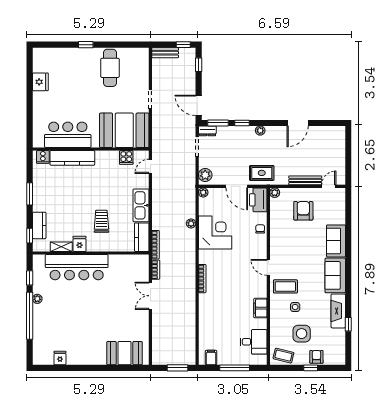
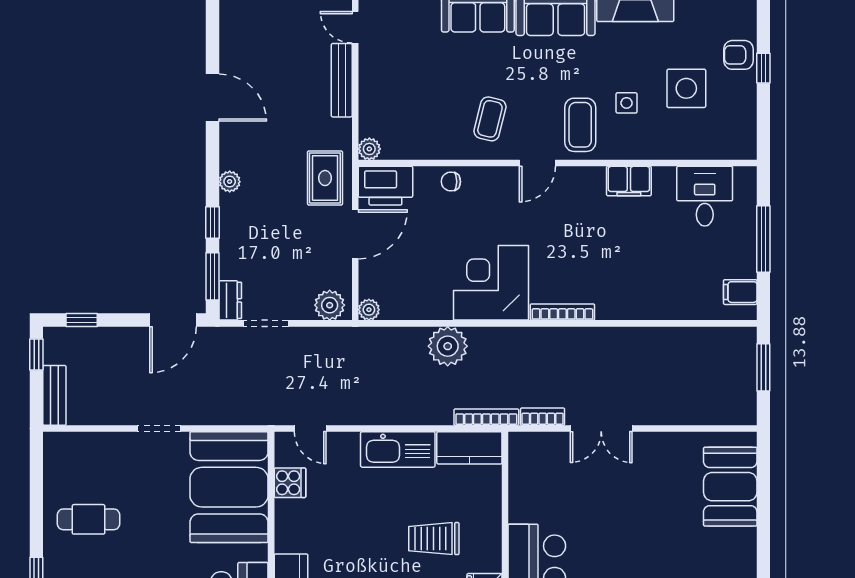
cafe table: (110, 68) -> (89, 519), width x0.73, depth x0.74
armchair: (303, 211) -> (410, 84), removed
plant: (191, 223) -> (448, 346), width x1.87, depth x1.87
corner desk: (215, 233) -> (491, 283), moved
coffee table: (283, 356) -> (490, 119), moved

